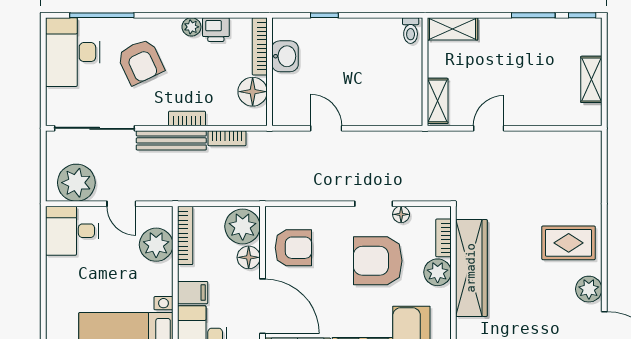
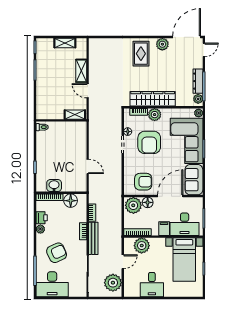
shelving: (453, 29) -> (81, 71), moved
door: (326, 128) -> (88, 166), swing flipped
desk: (72, 231) -> (152, 285), moved
armchair: (293, 248) -> (143, 182), turned 90

